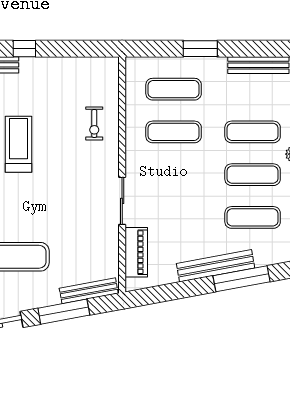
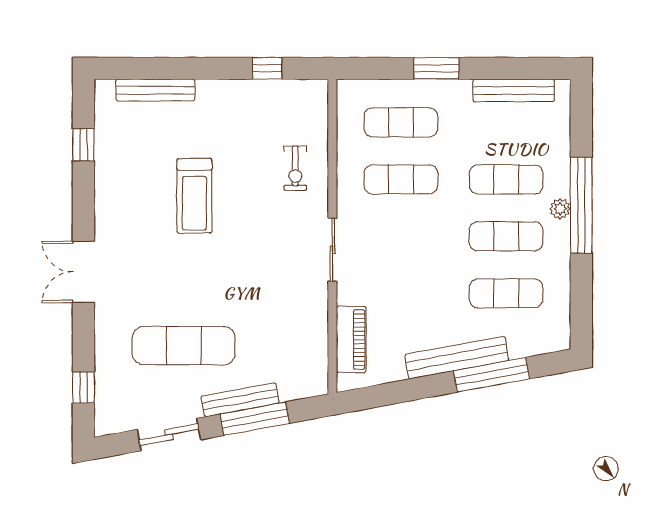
window: (24, 49) -> (267, 68), moved
treadmill: (19, 144) -> (194, 196), turned 180
sliding door: (122, 201) -> (332, 250), moved
bench: (89, 291) -> (240, 400), moved

